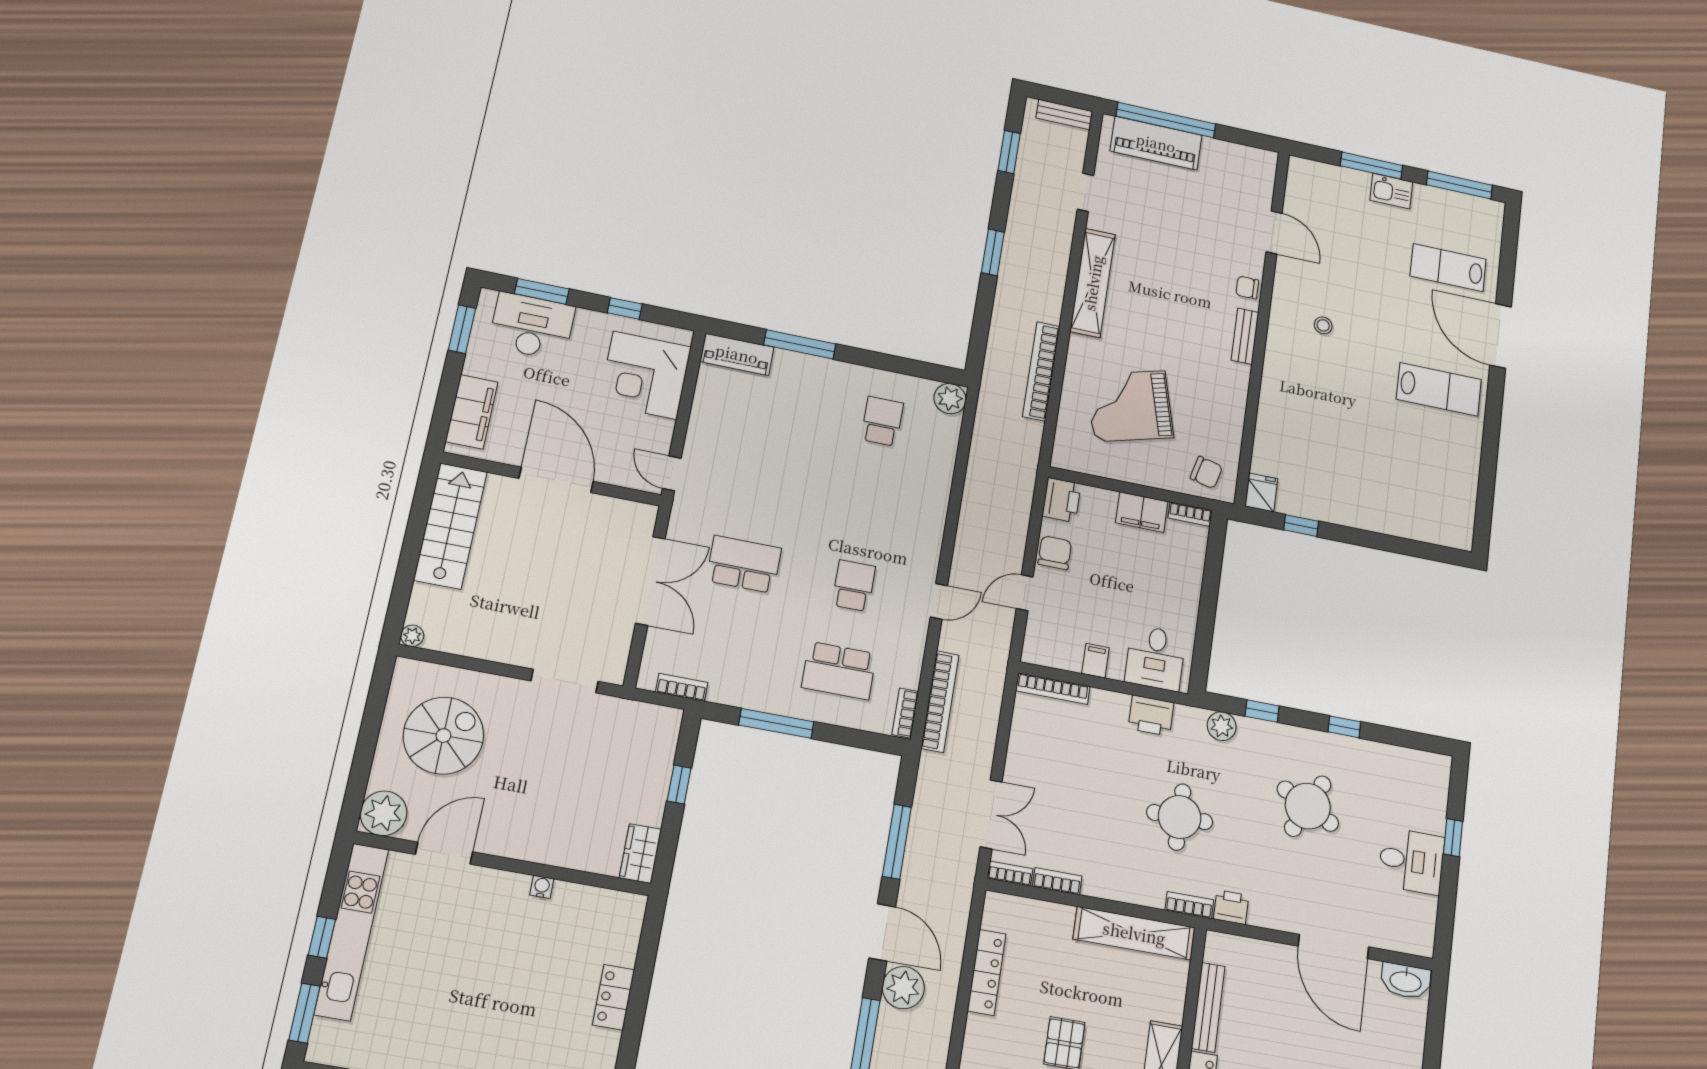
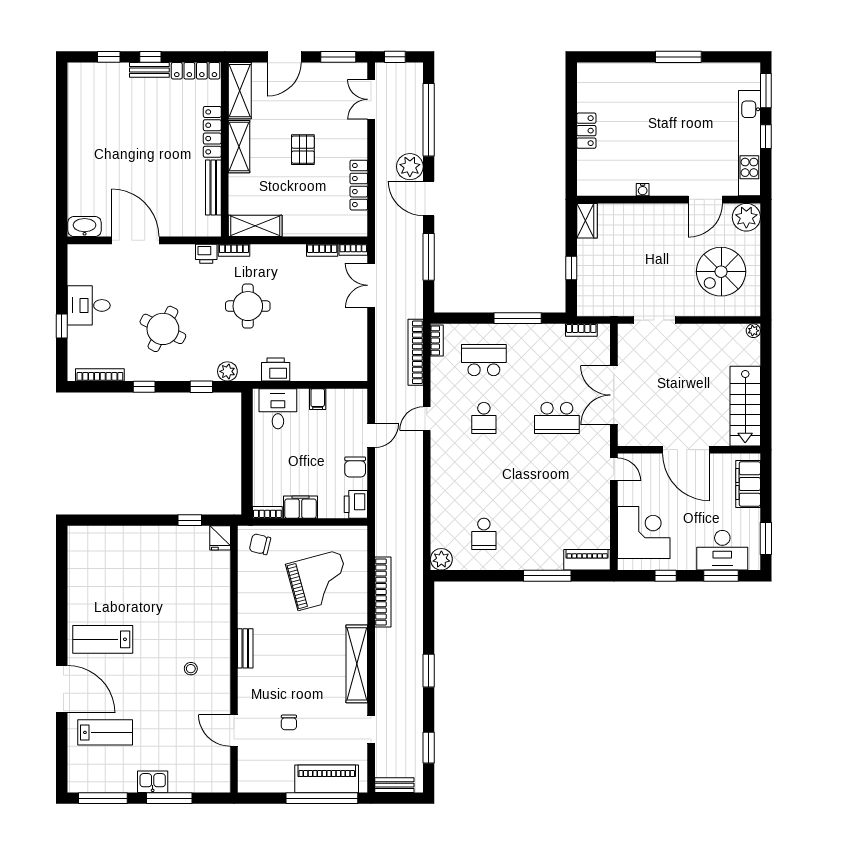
chair: (1247, 287) -> (289, 722), moved, turned 90
bookcase: (1053, 689) -> (100, 375), moved
shelving: (1134, 933) -> (255, 226), width x0.68

